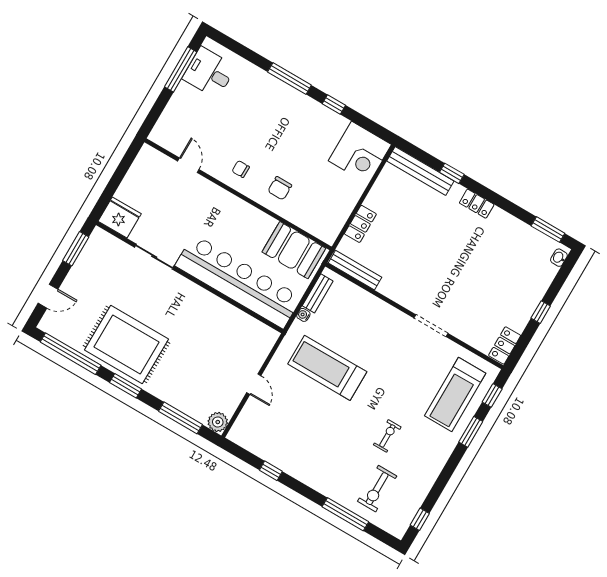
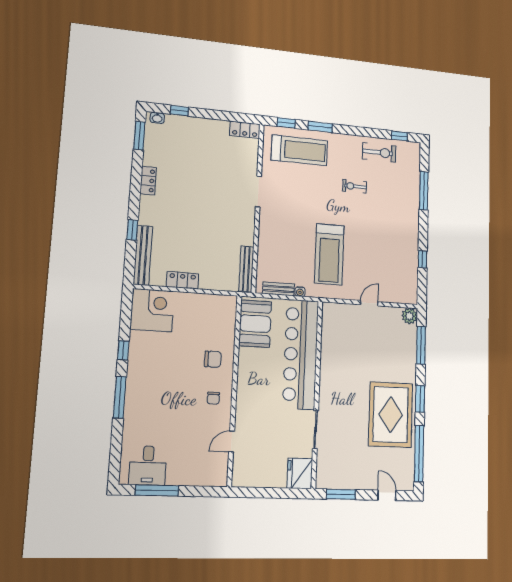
locker: (477, 204) -> (148, 181), moved
locker: (360, 224) -> (182, 280), moved
window: (541, 312) -> (179, 111), moved
exercise bike: (377, 489) -> (379, 152), moved

